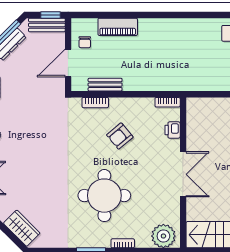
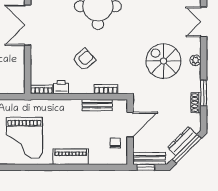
piano: (118, 27) -> (71, 157), moved
grand piano: (187, 48) -> (24, 138), added
printer: (173, 130) -> (61, 87), moved, turned -90
spiral stairs: (31, 134) -> (163, 61), added

